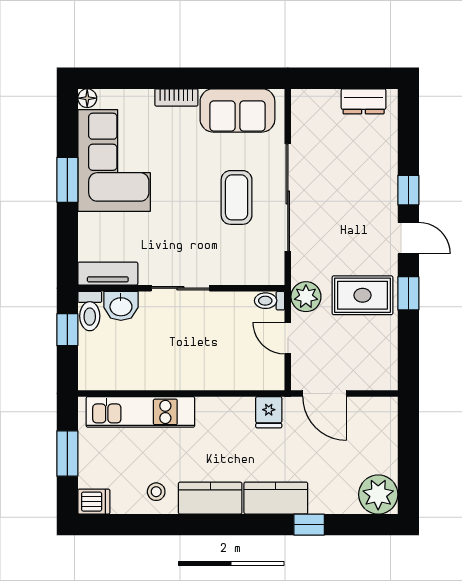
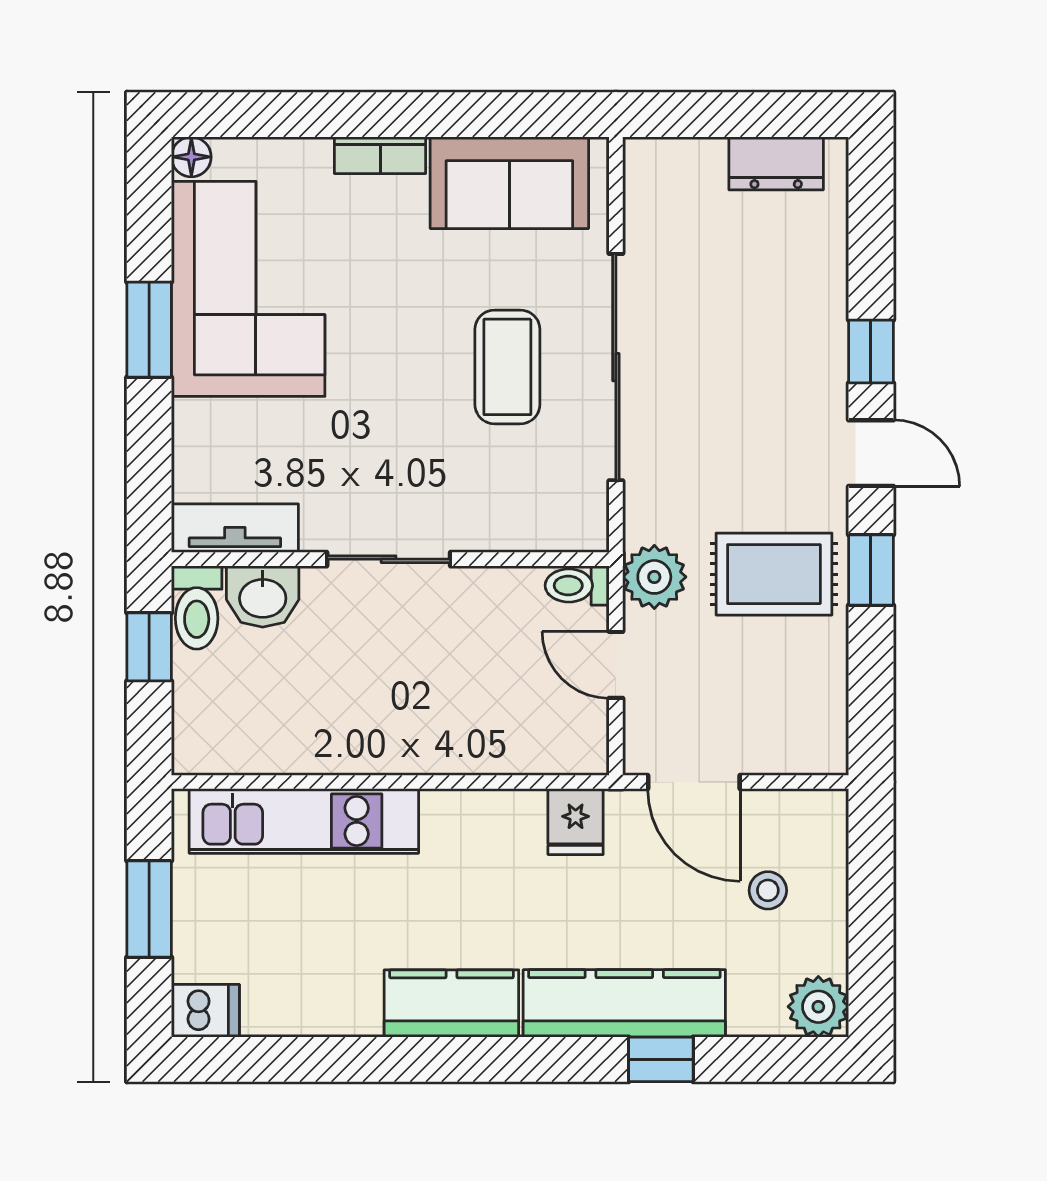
stool: (156, 492) -> (768, 890), moved
plant: (378, 494) -> (818, 1007), width x0.73, depth x0.73
kitchen counter: (276, 498) -> (624, 1003), width x1.50

